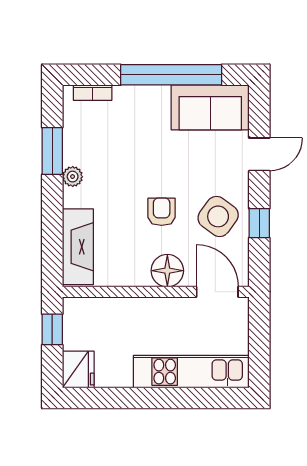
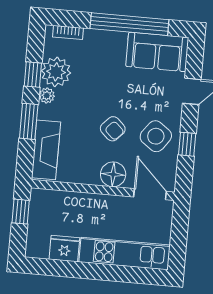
plant: (82, 145) -> (56, 72), added
window: (52, 151) -> (33, 75), width x0.67
window: (52, 212) -> (29, 121), added
armchair: (162, 212) -> (113, 129), turned 133
fridge: (78, 369) -> (64, 249), moved, turned -90

